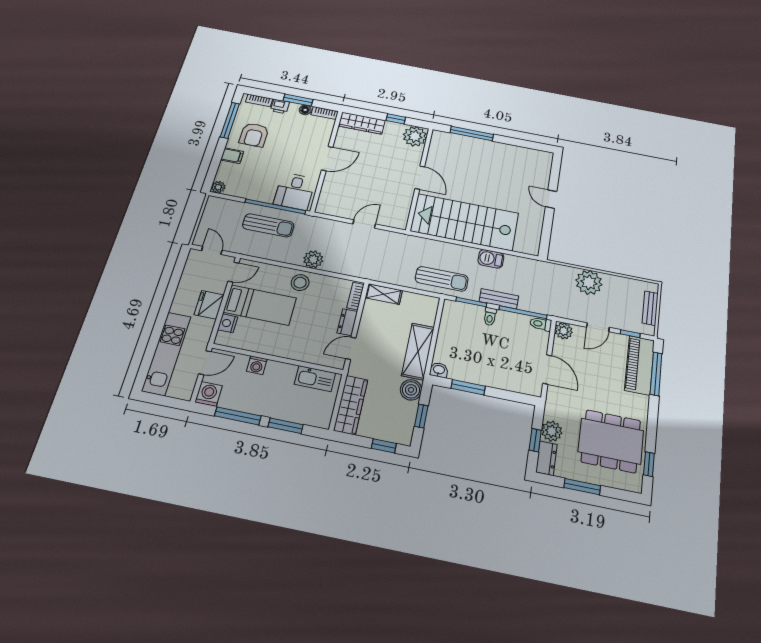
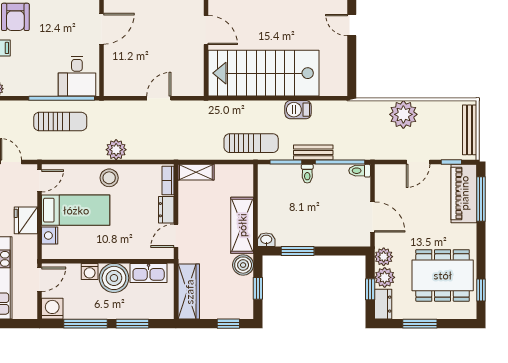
bench: (650, 308) -> (470, 130), width x1.36
plant: (564, 331) -> (384, 257), moved
boiler: (279, 376) -> (114, 278), added

